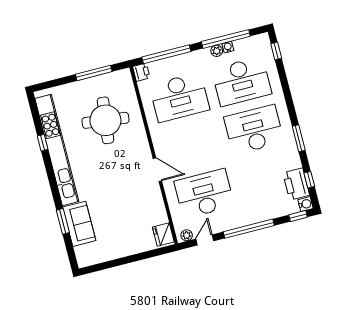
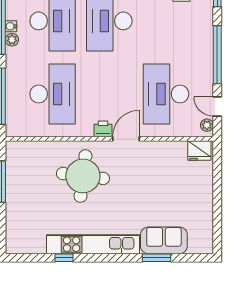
printer: (141, 72) -> (103, 129), moved
round table: (105, 120) -> (83, 176), moved
kitchen unit: (57, 150) -> (93, 244), width x0.73

